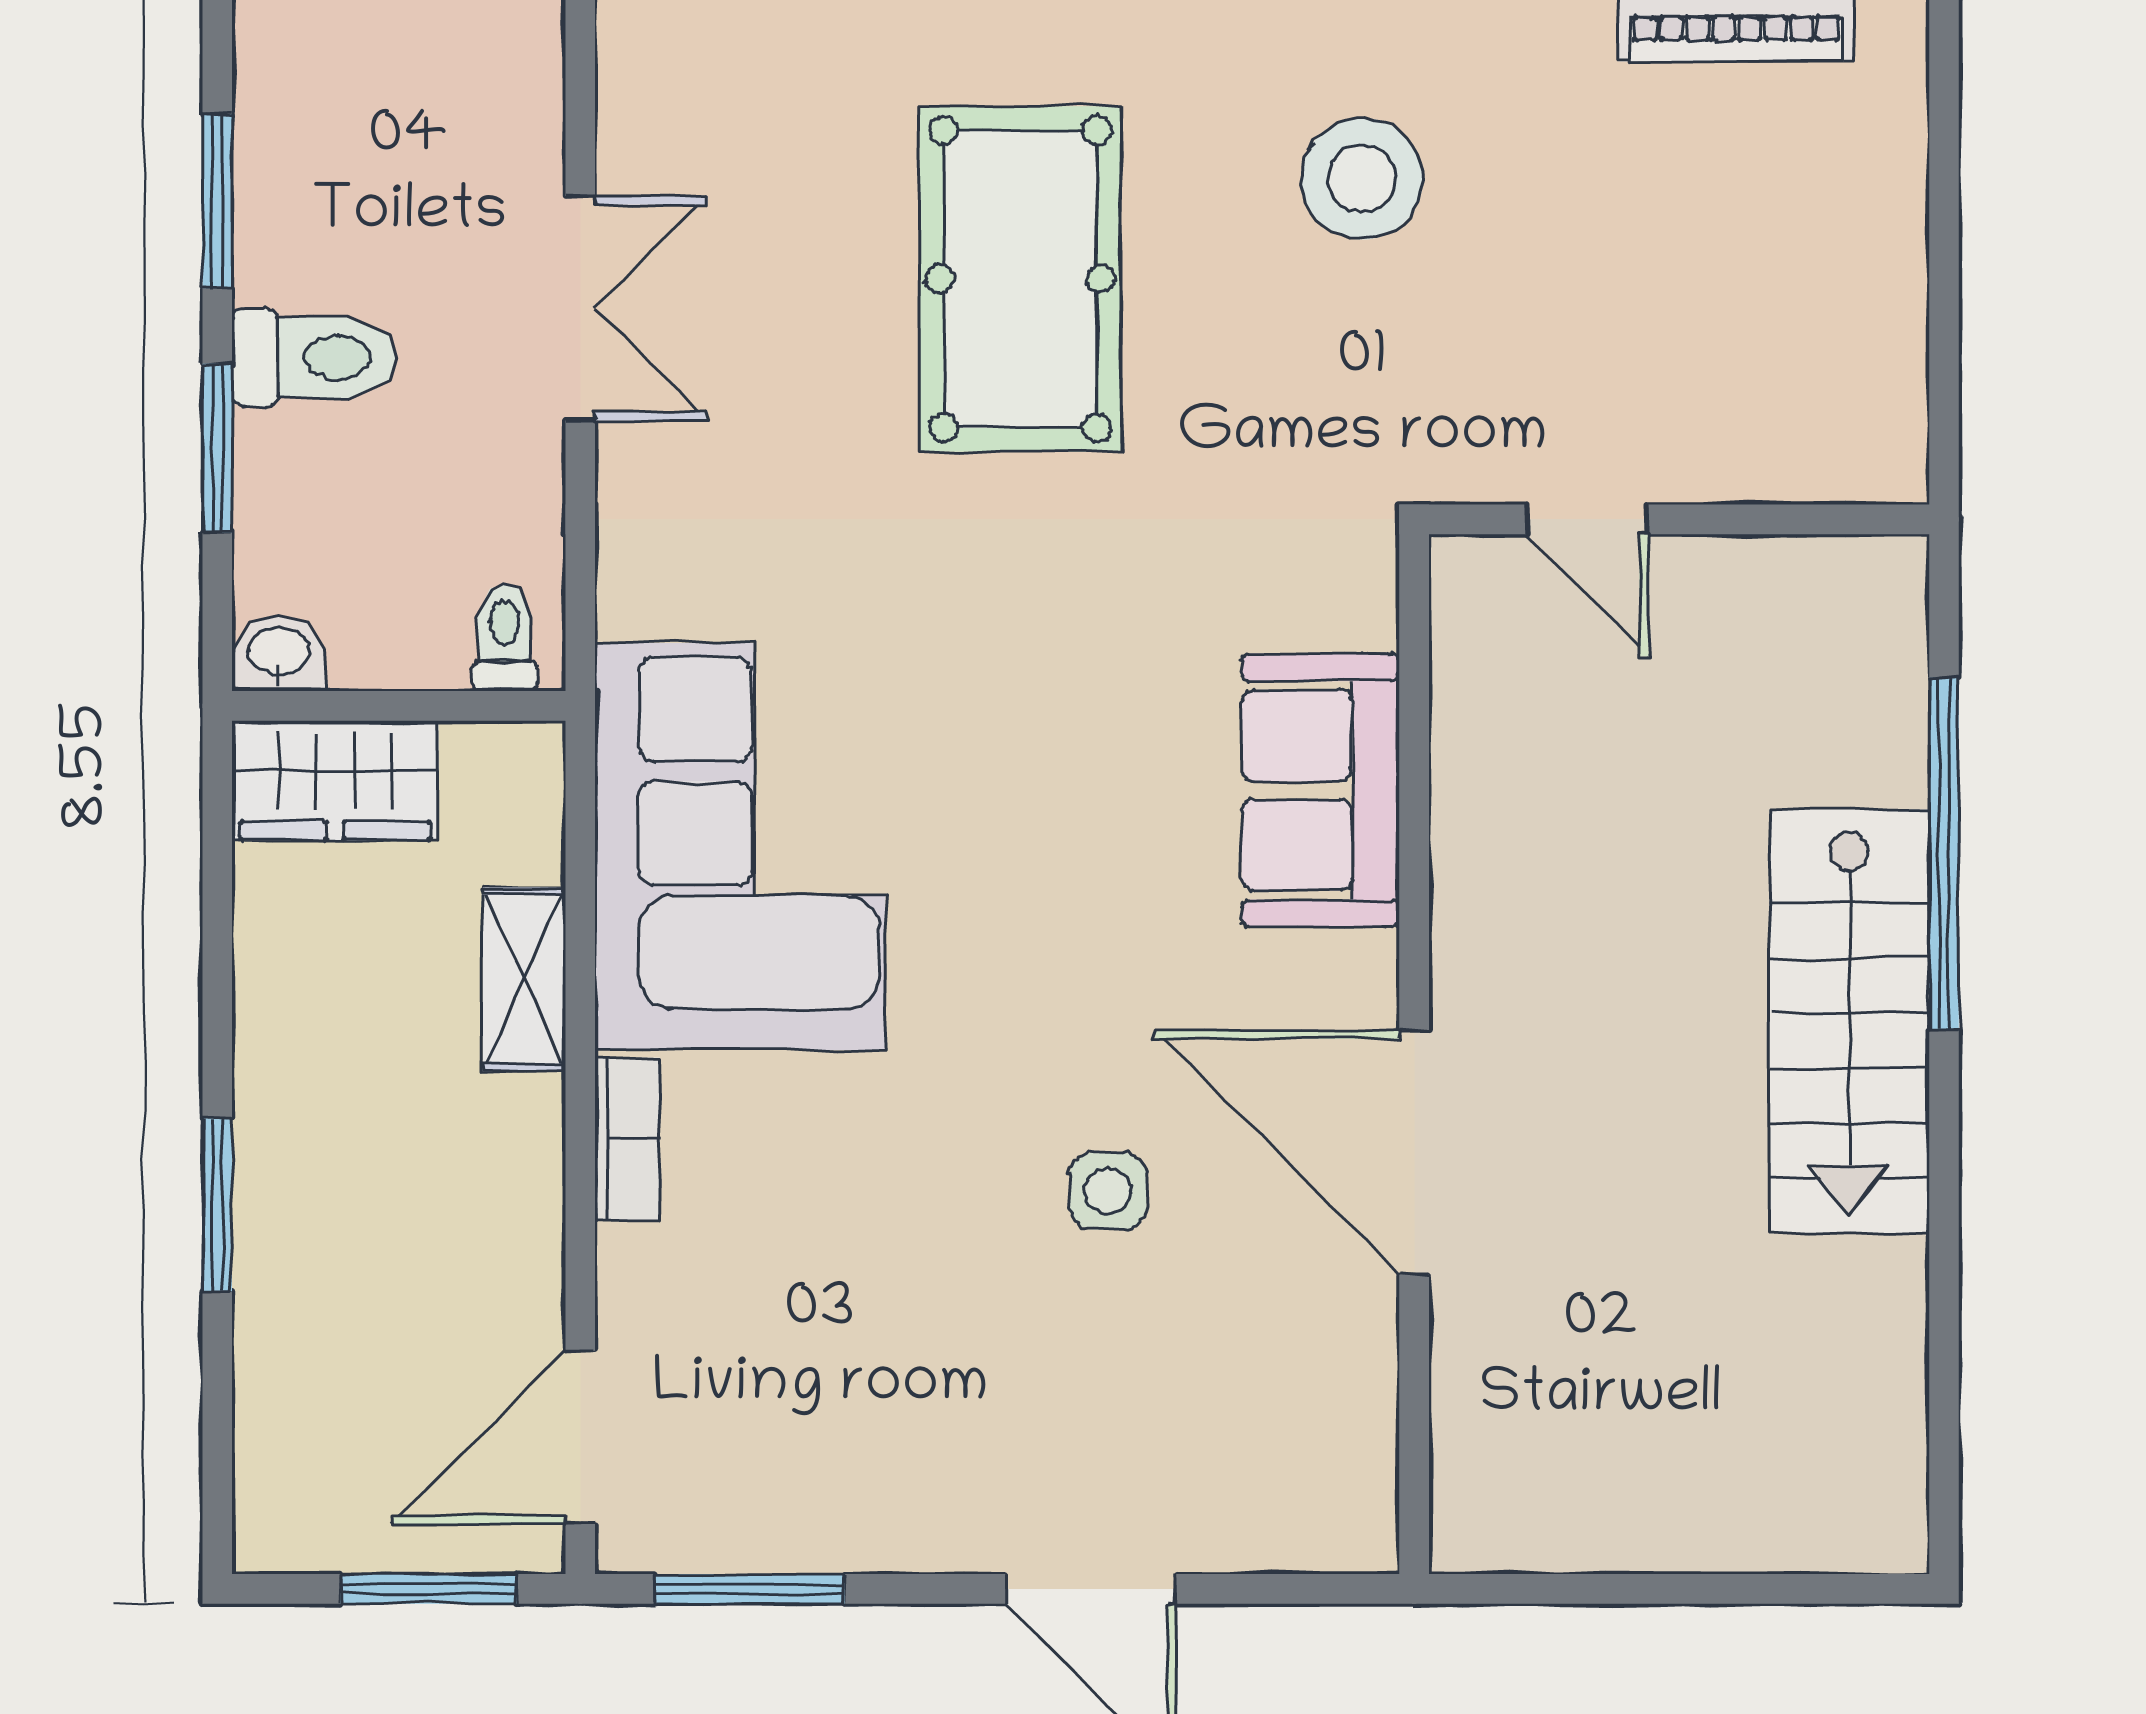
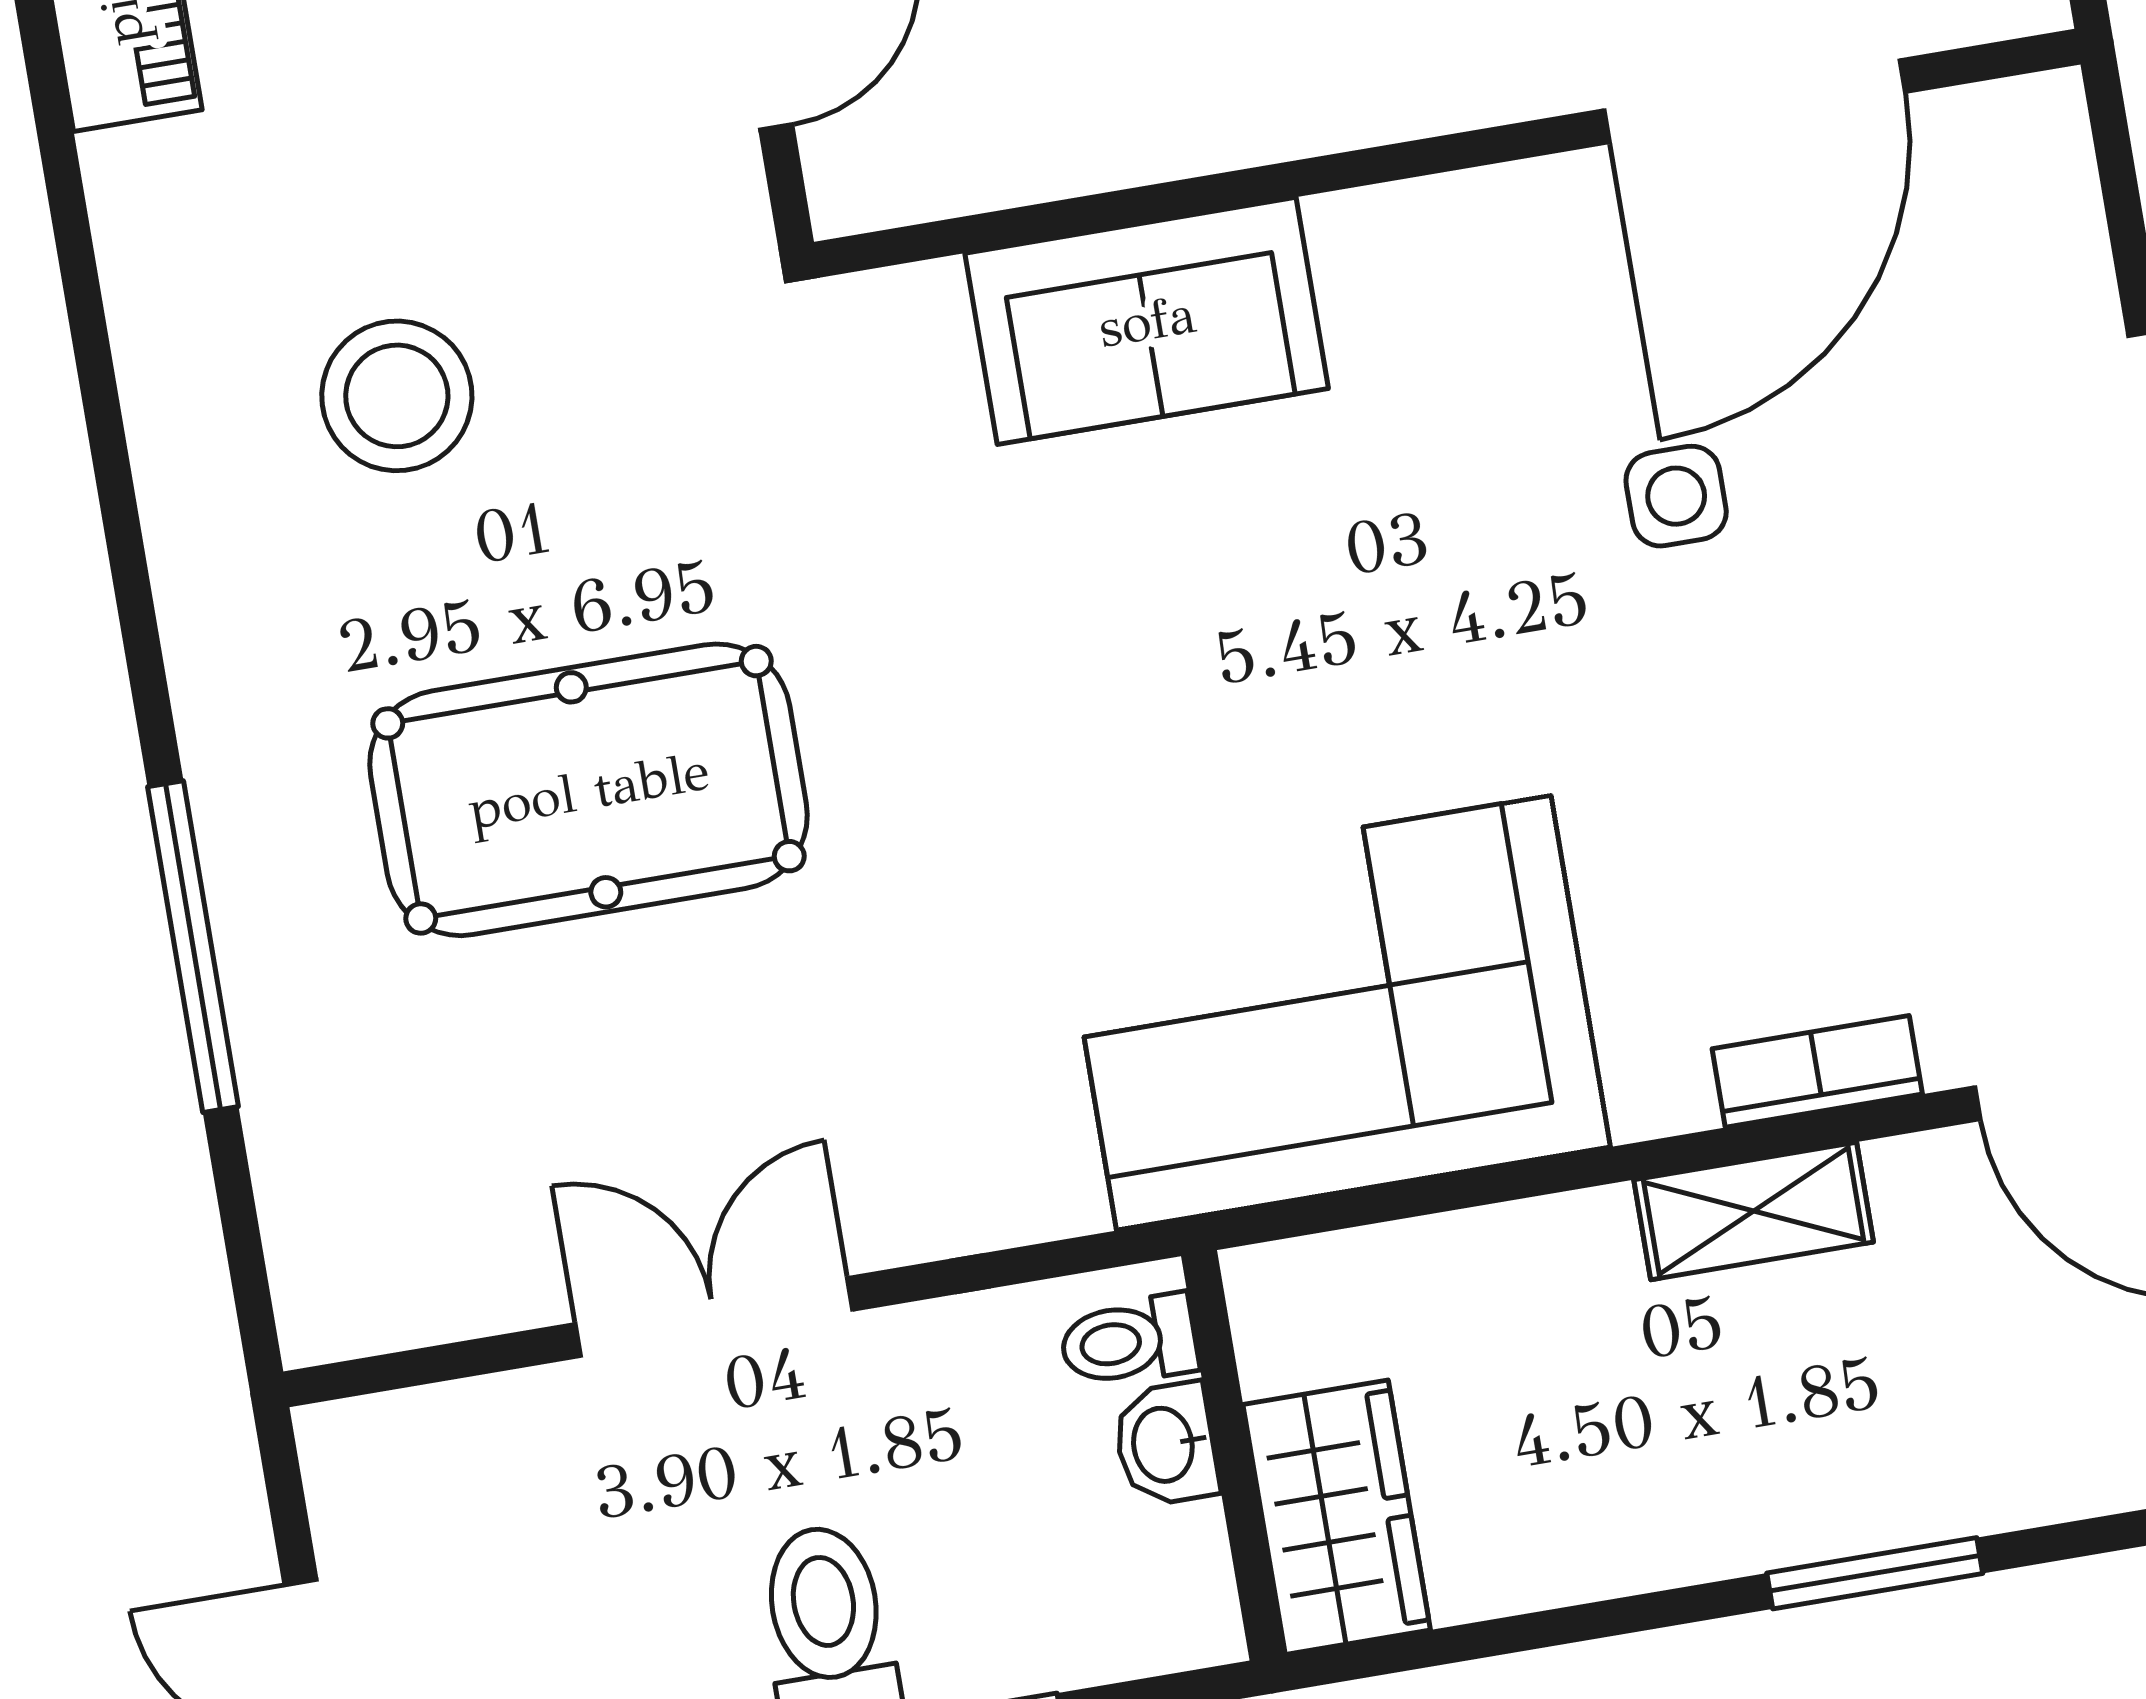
washbasin: (279, 653) -> (1166, 1444), moved
shelving: (524, 979) -> (1754, 1211), moved
bookcase: (627, 1139) -> (1817, 1071), moved
door: (1414, 1152) -> (1755, 101), moved

